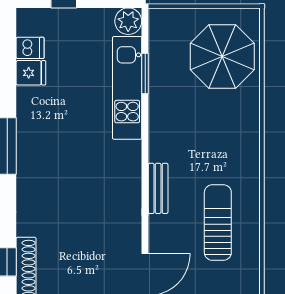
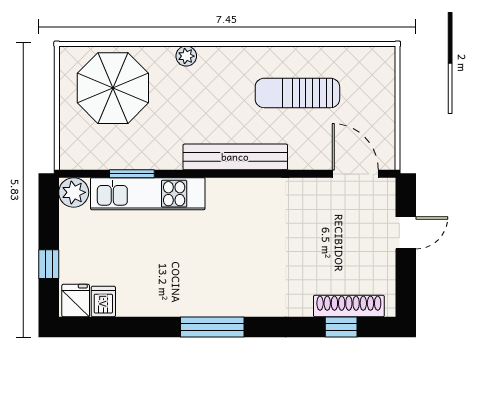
fridge: (31, 73) -> (76, 301), moved
plant: (251, 122) -> (186, 56), added
bench: (158, 188) -> (235, 157), width x1.86, depth x1.21

